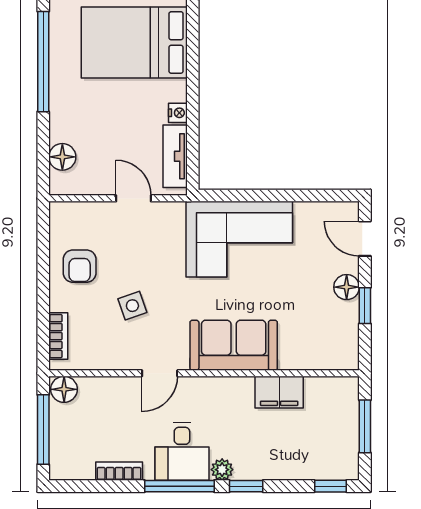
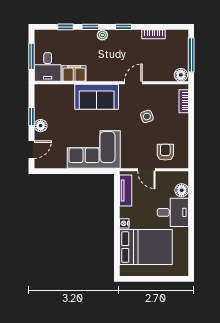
window: (43, 62) -> (191, 238), removed
desk: (80, 112) -> (173, 212), added
nightstand: (178, 113) -> (124, 223), moved
door: (365, 239) -> (31, 150), hinge flipped
armchair: (80, 266) -> (165, 152), moved
desk: (182, 451) -> (48, 67), moved, turned 180
window: (179, 486) -> (124, 27), width x0.46
window: (330, 486) -> (65, 27), moved

